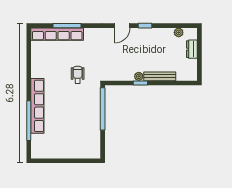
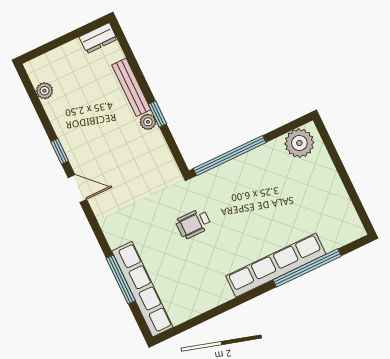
dresser: (192, 49) -> (98, 38), moved
plant: (92, 146) -> (299, 143), added

